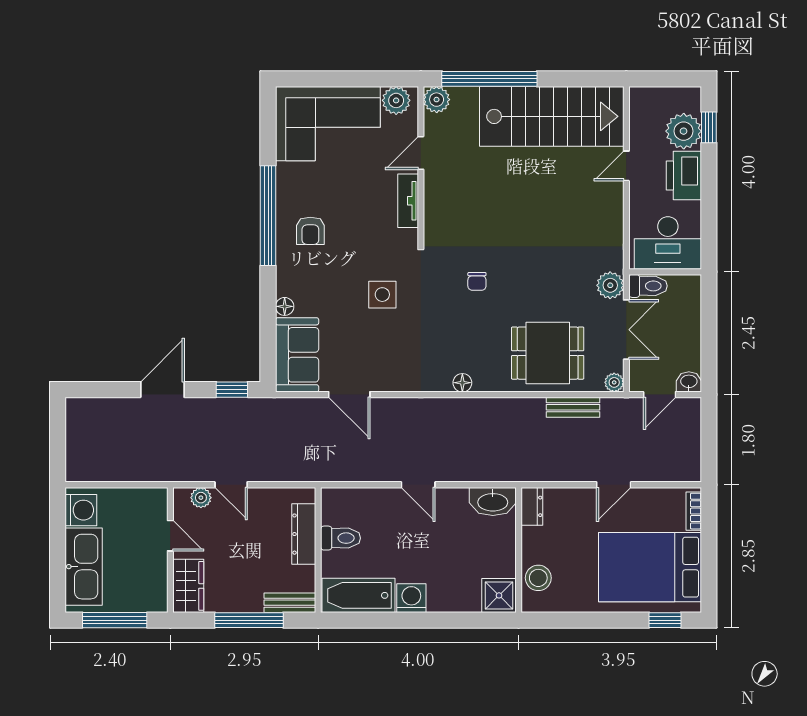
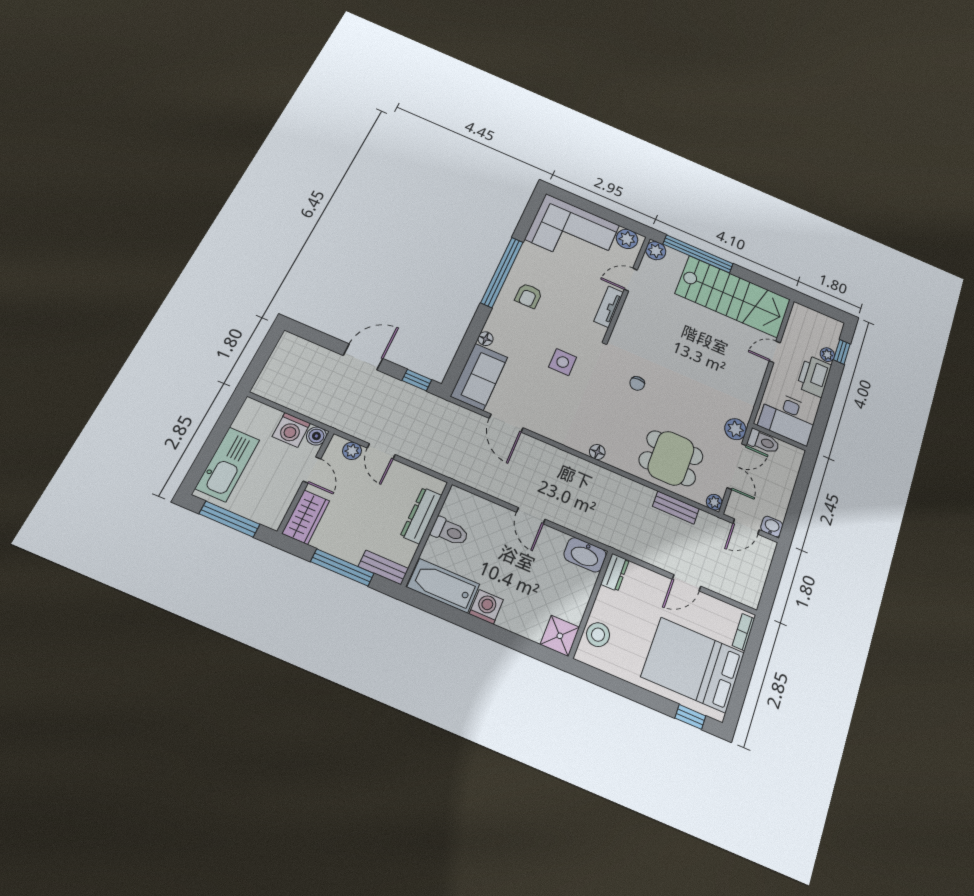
plant: (684, 131) -> (827, 355), width x0.53, depth x0.53
boiler: (157, 498) -> (316, 436), added
washing machine: (81, 510) -> (291, 430), moved, turned 90

